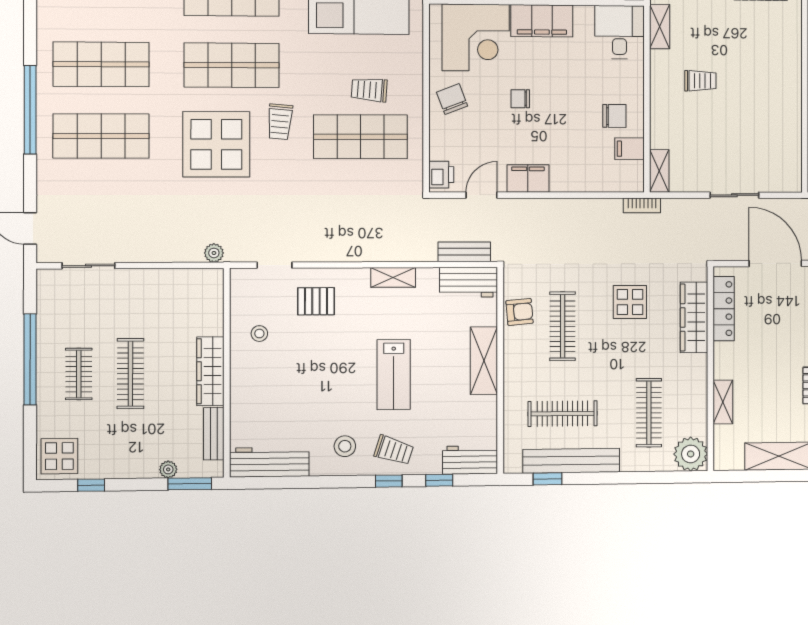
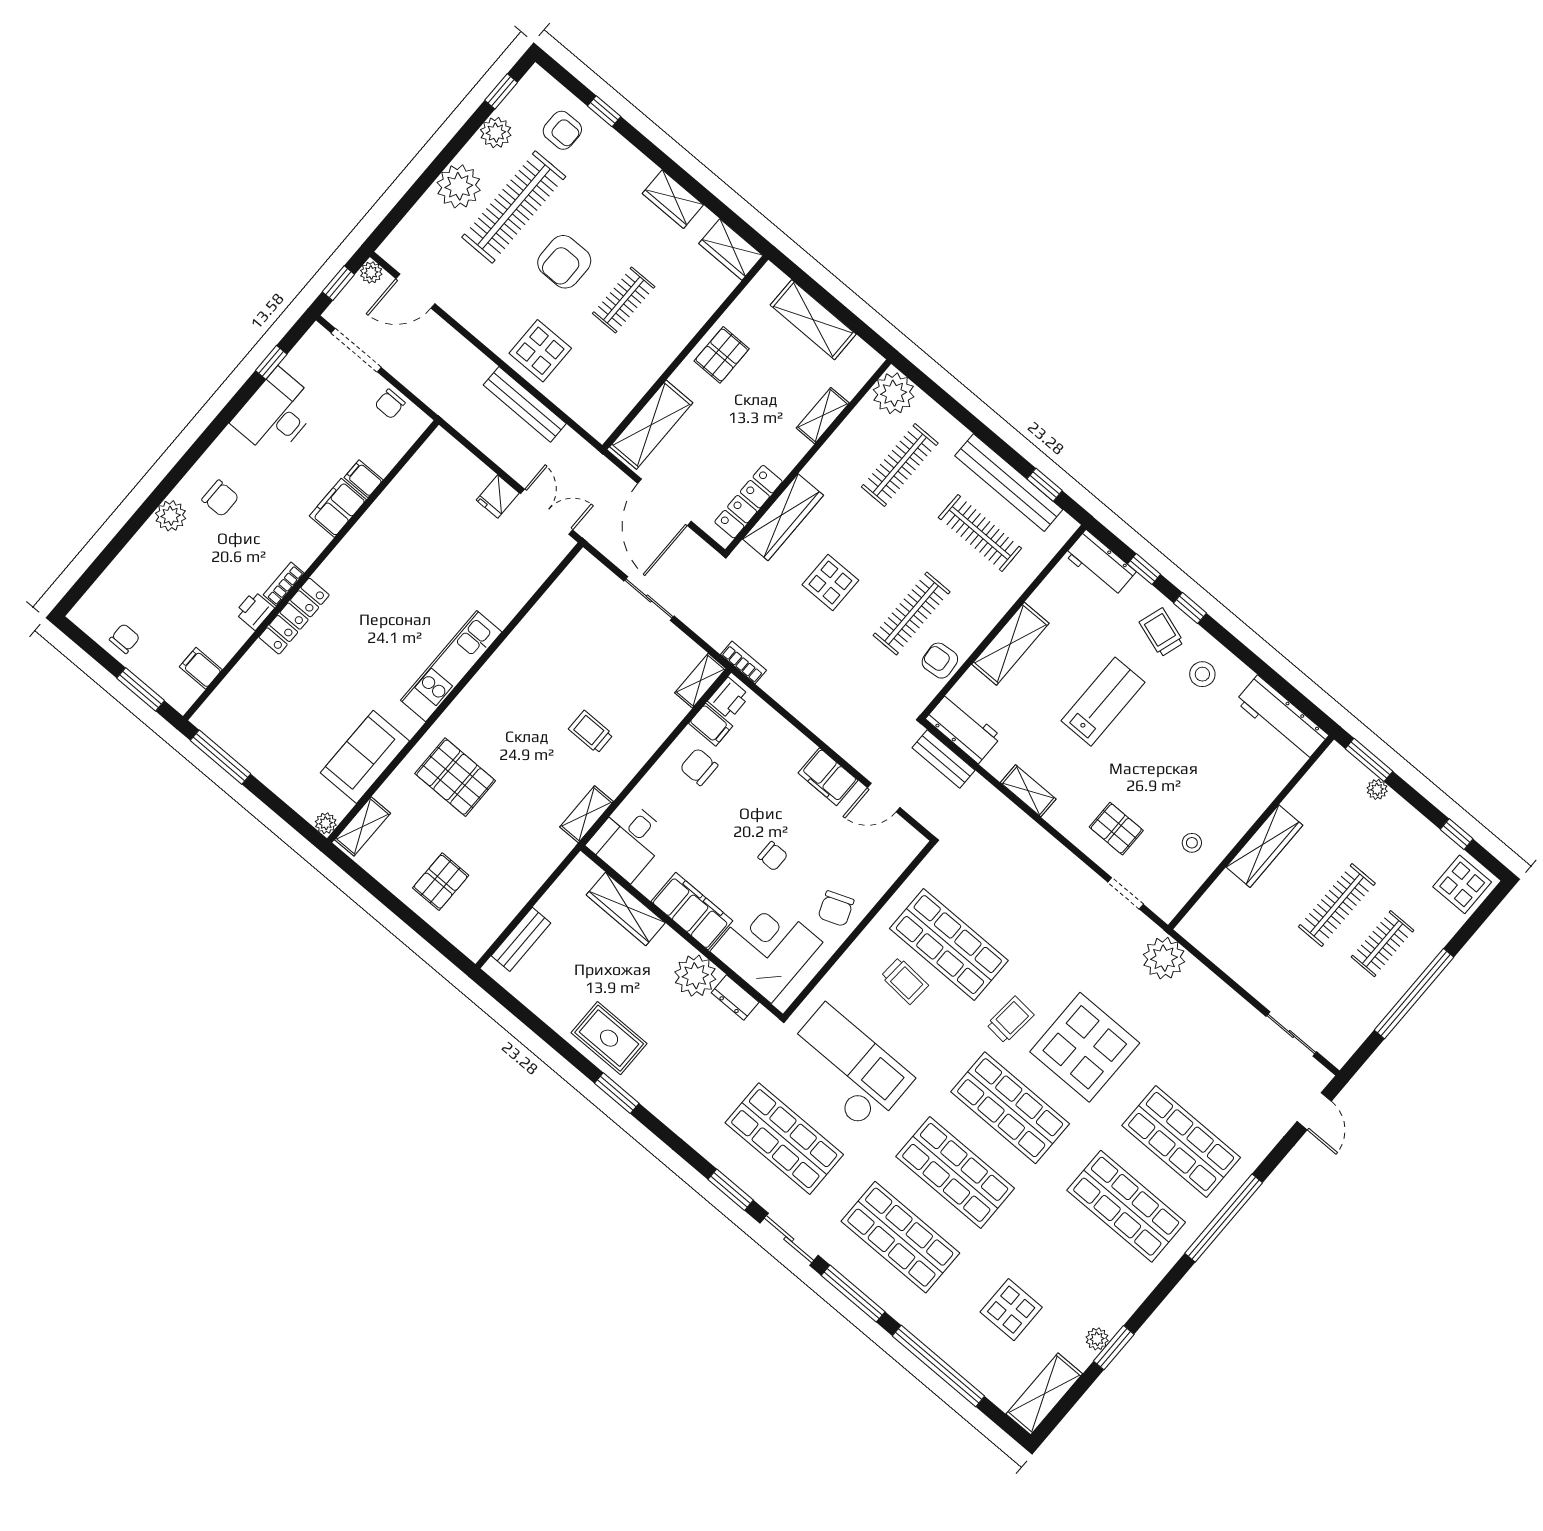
printer: (441, 175) -> (729, 698), moved, turned 180
plant: (214, 253) -> (1164, 958), width x1.88, depth x1.88
bench: (214, 434) -> (1309, 787), removed

